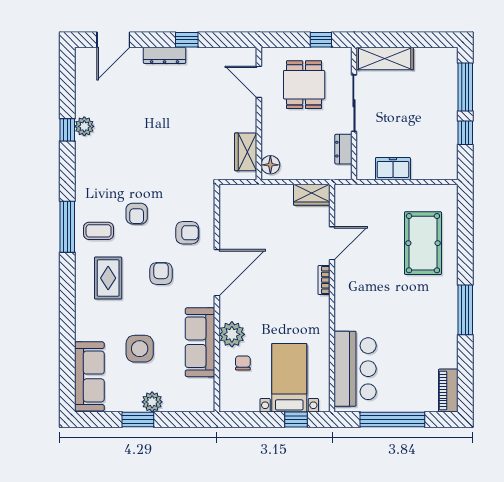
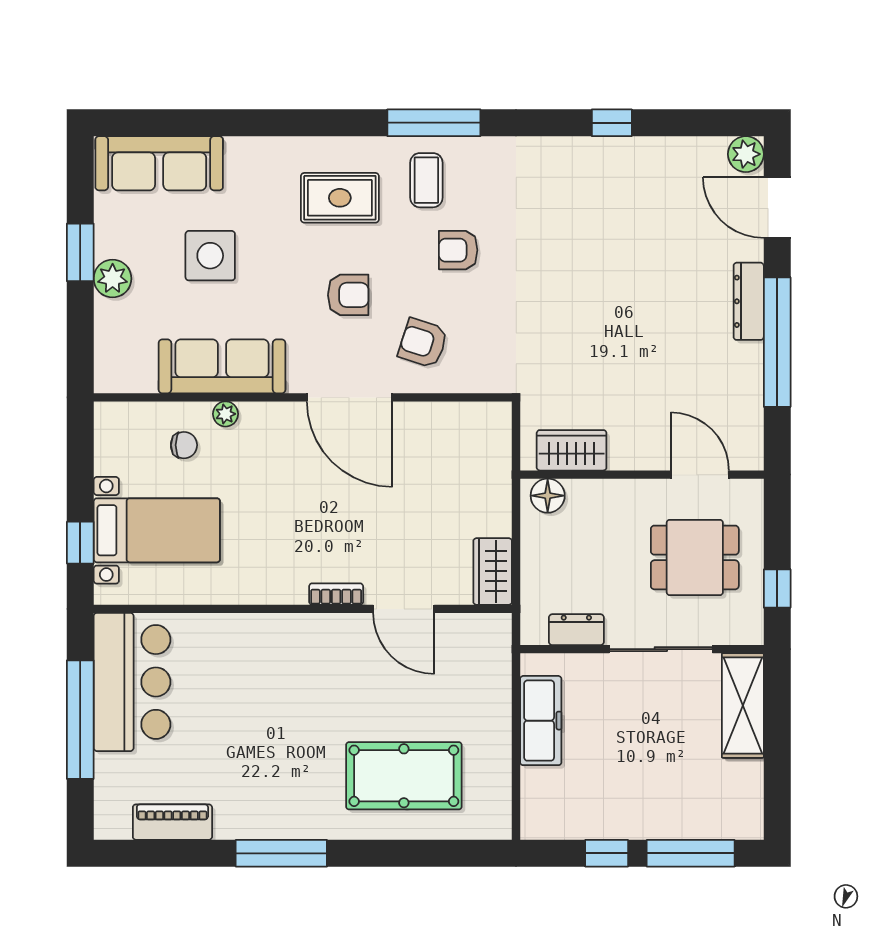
window: (187, 40) -> (777, 342), width x3.17
door: (259, 82) -> (700, 475), hinge flipped
plant: (84, 126) -> (746, 154), moved
freezer: (393, 169) -> (541, 721), width x1.40
armchair: (187, 233) -> (423, 343), turned 108
plant: (232, 334) -> (225, 414), width x0.53, depth x0.53
bar counter: (355, 369) -> (132, 682), moved, turned -90
piano: (448, 391) -> (172, 822), moved

